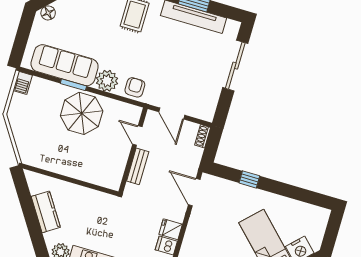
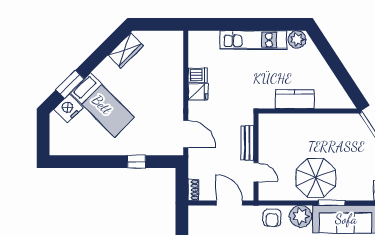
kitchen counter: (46, 212) -> (295, 99), moved, turned 123

